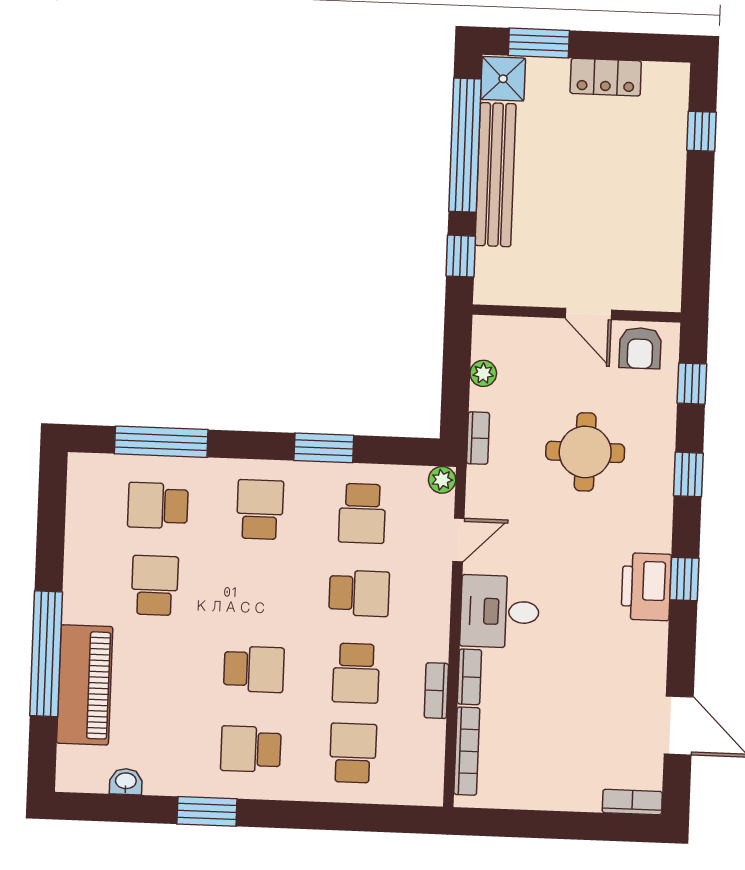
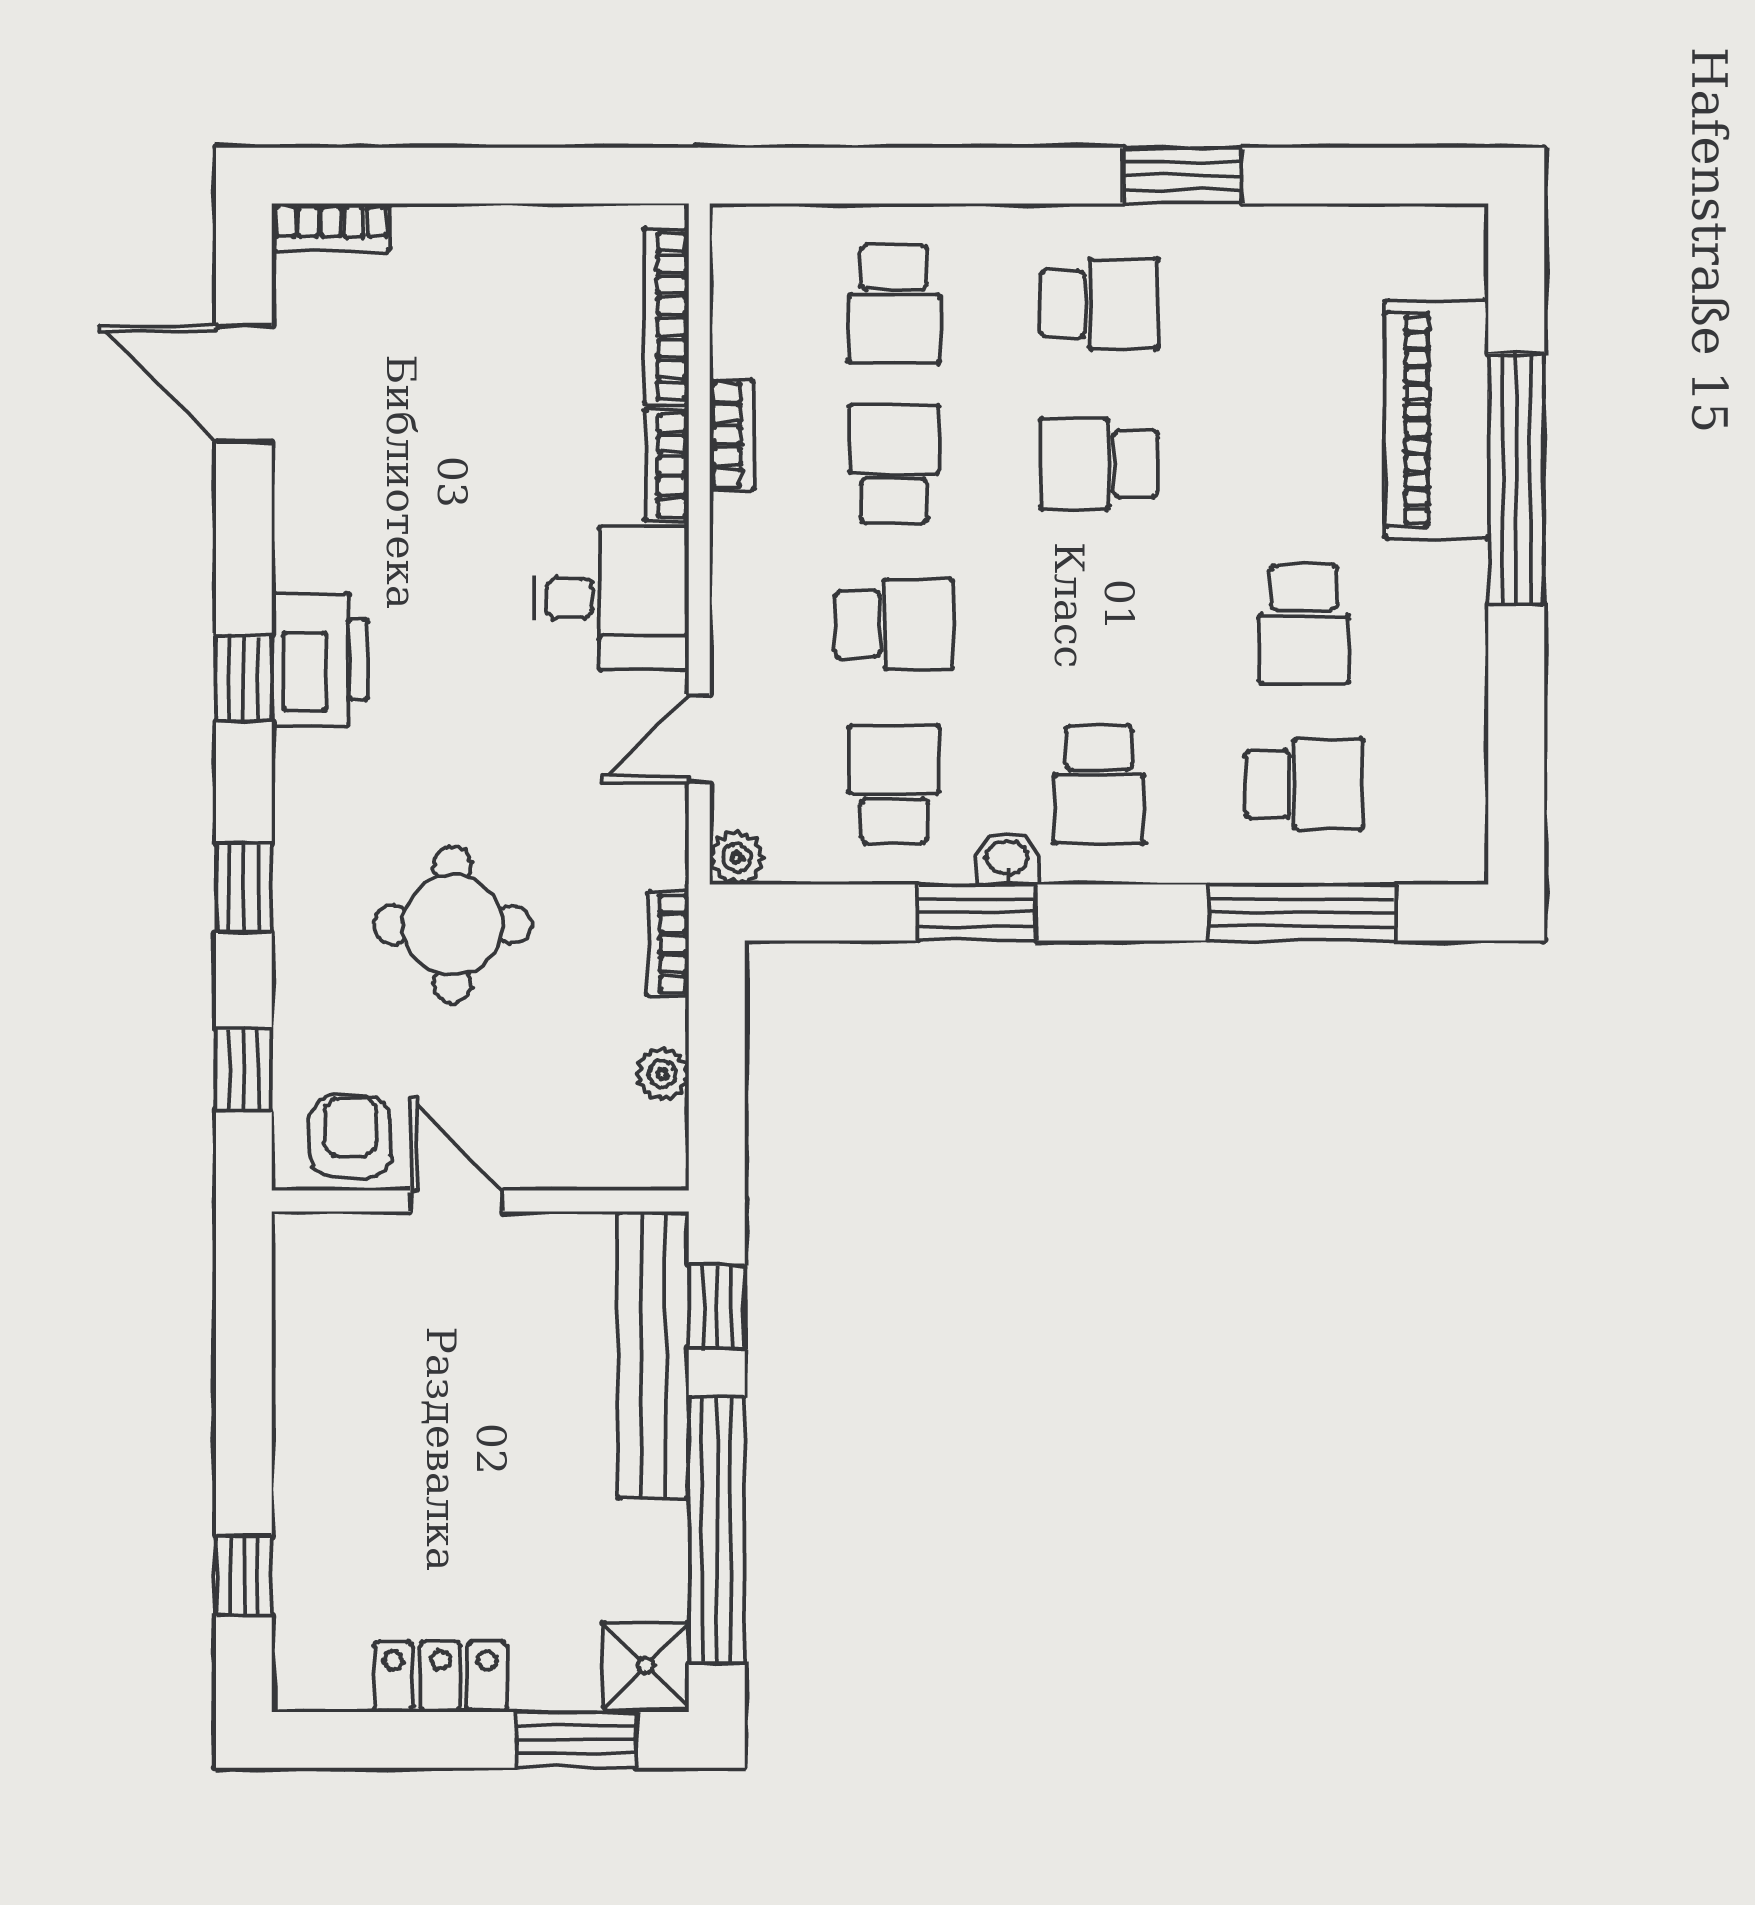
bench: (496, 175) -> (653, 1355), moved
school desk: (359, 593) -> (894, 624), turned 180
washbasin: (126, 782) -> (1007, 859), moved, turned 180

